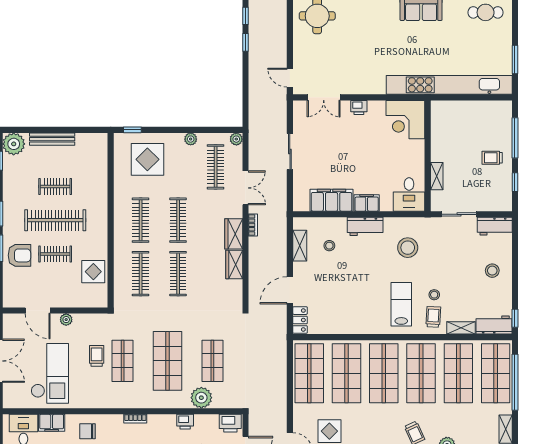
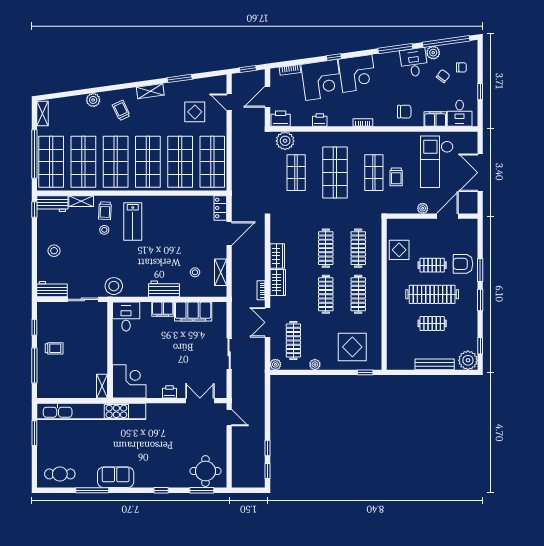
shelving: (437, 176) -> (102, 386), moved
stool: (408, 248) -> (114, 286), moved
door: (38, 311) -> (447, 216), hinge flipped
plant: (201, 398) -> (285, 141), moved

